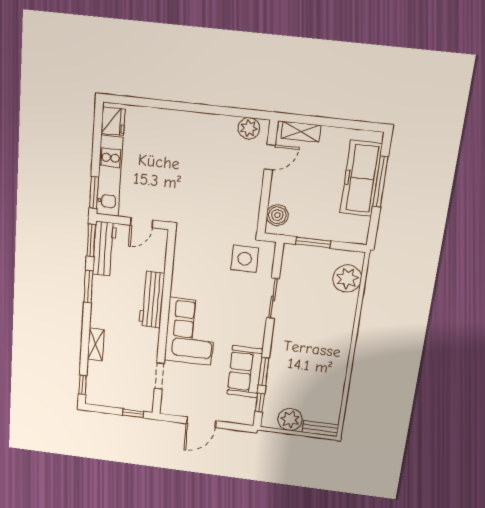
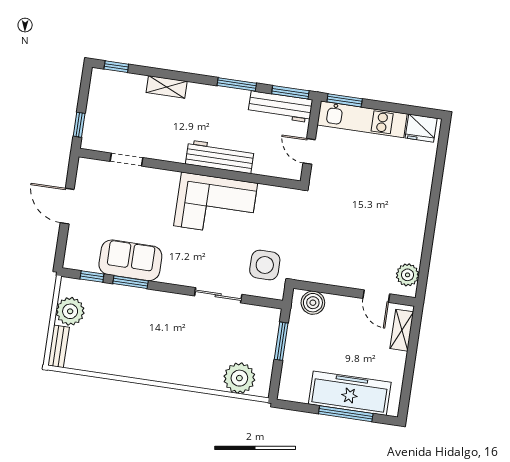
corner sofa: (190, 332) -> (216, 204), moved

